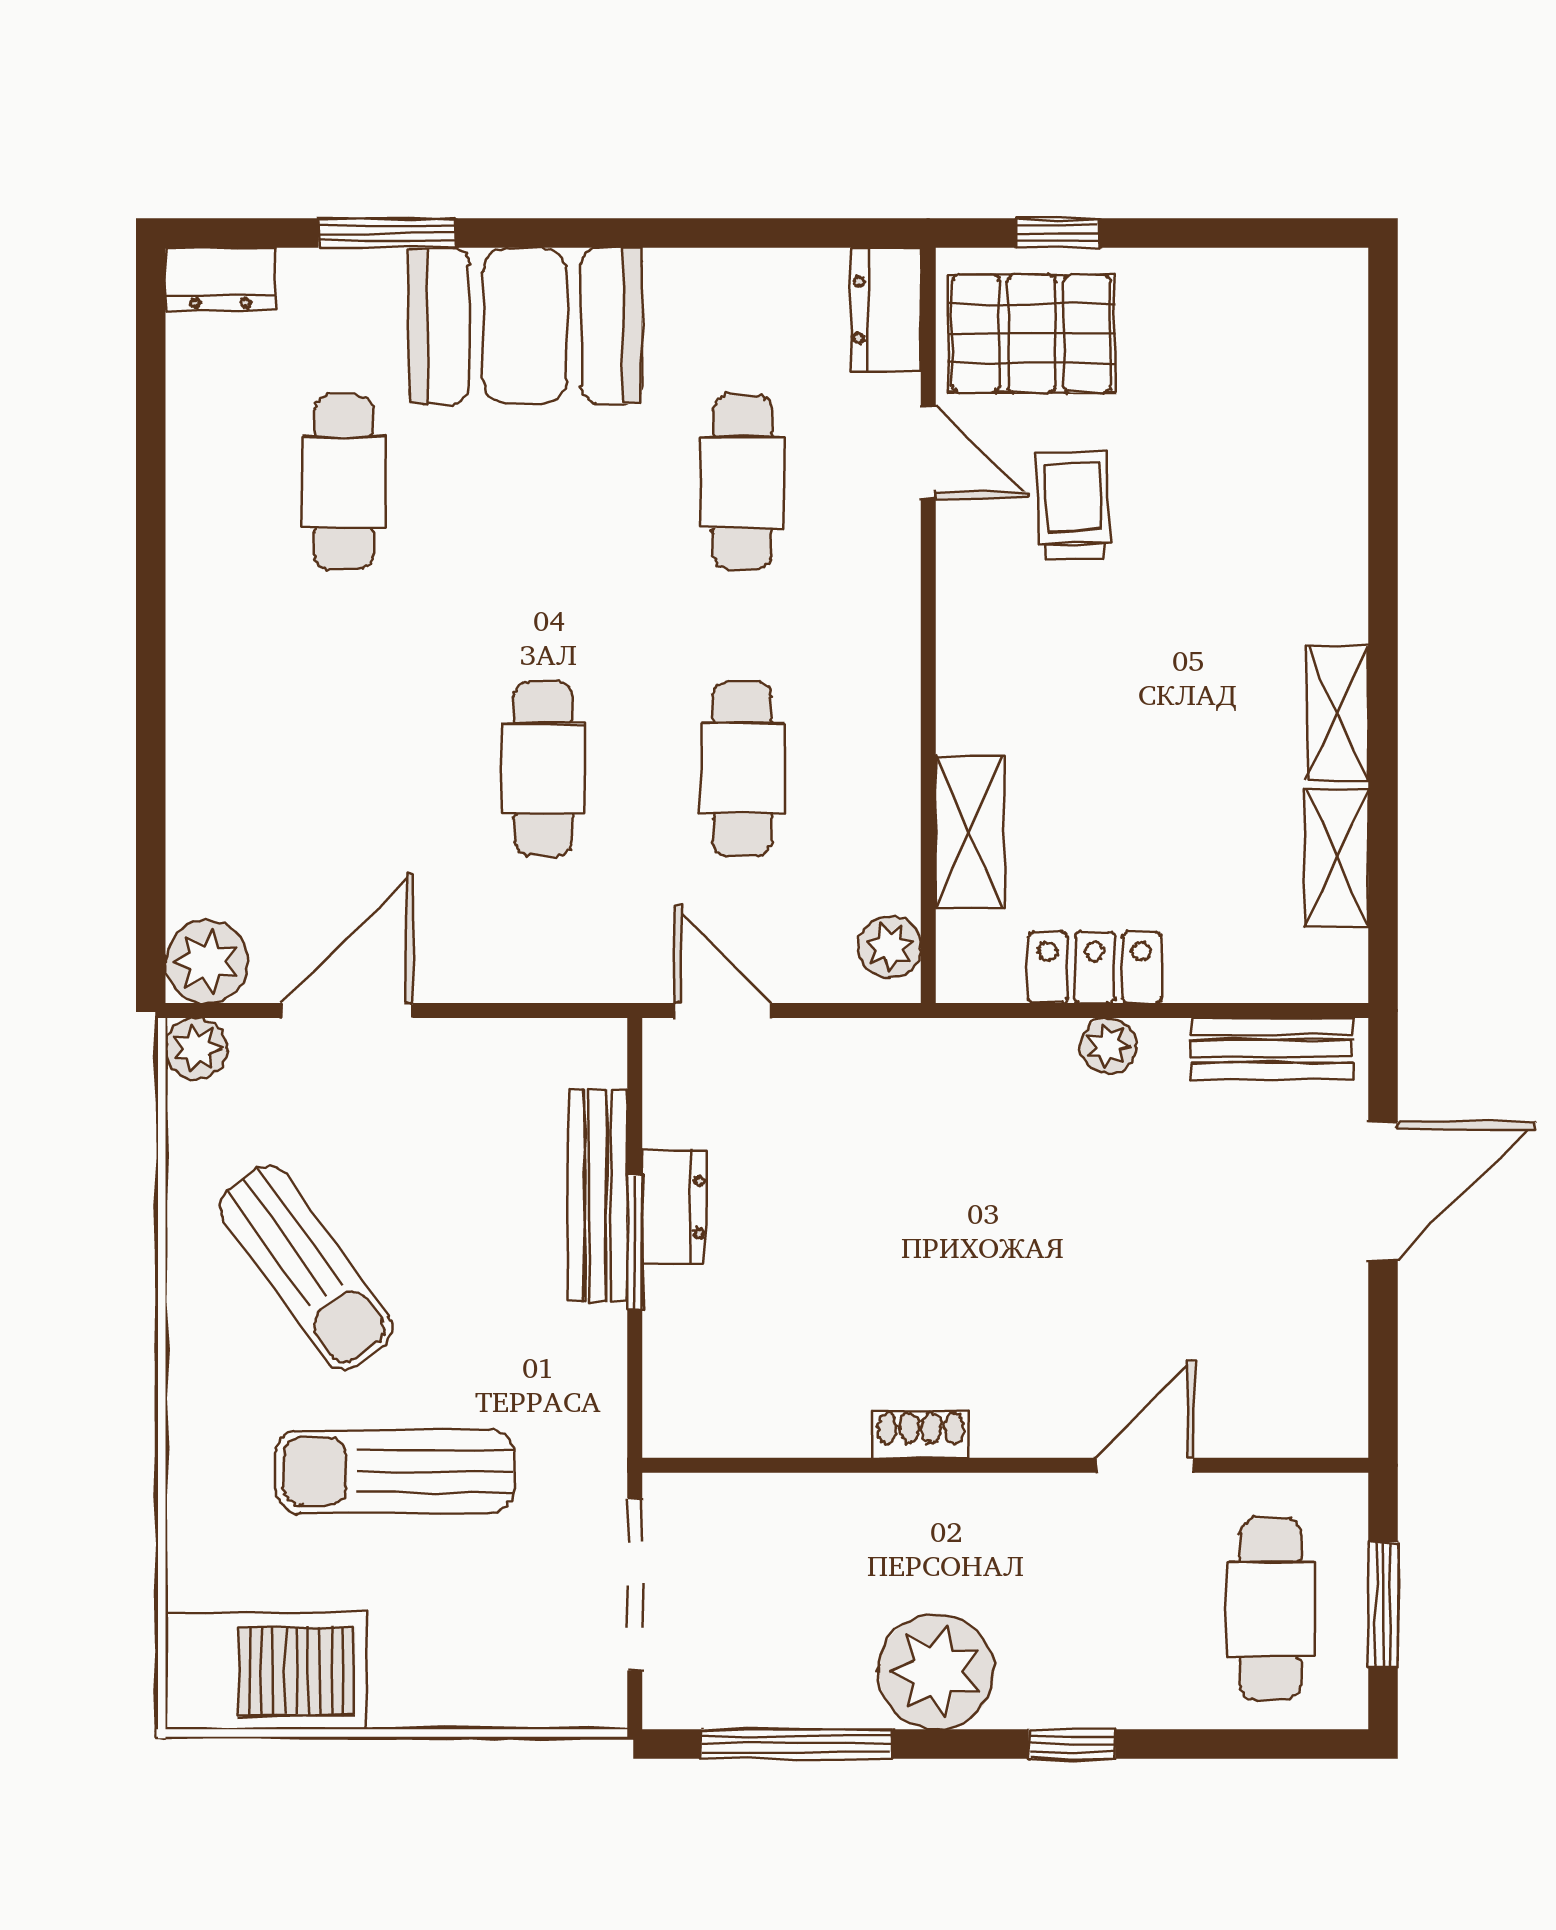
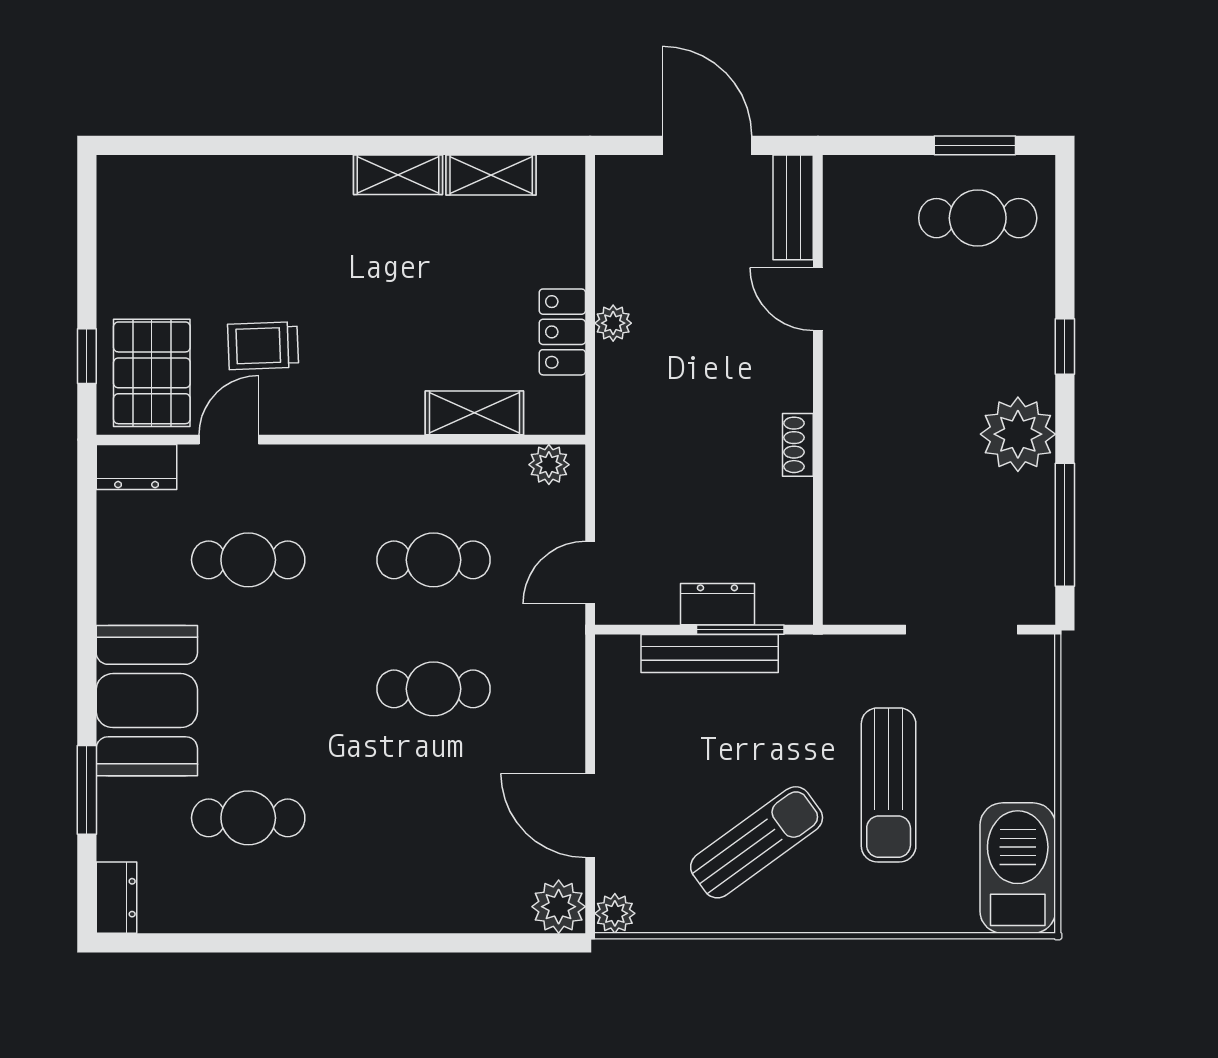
bench: (1272, 1049) -> (793, 207), moved
shoe rack: (920, 1434) -> (798, 445), moved
wall: (1005, 1465) -> (818, 390), moved
door: (1145, 1465) -> (818, 299), moved

